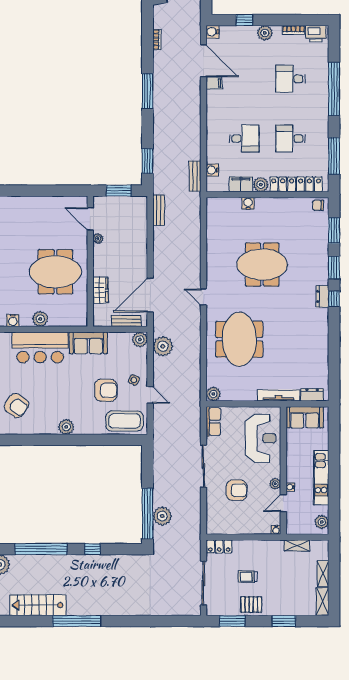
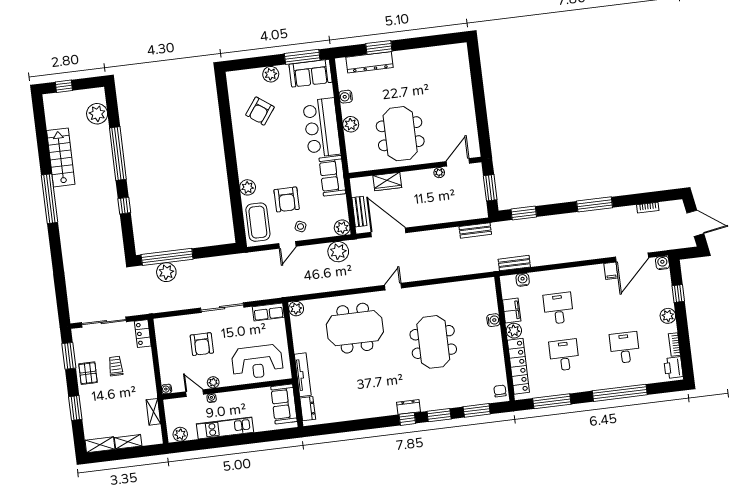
desk: (244, 139) -> (558, 308), turned 180
plant: (66, 427) -> (248, 187), moved

